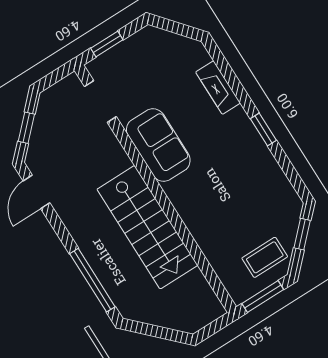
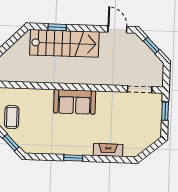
sofa: (158, 145) -> (75, 102), moved
stairs: (147, 227) -> (64, 43), moved, turned 180
window: (92, 280) -> (57, 27), width x0.46

